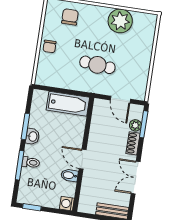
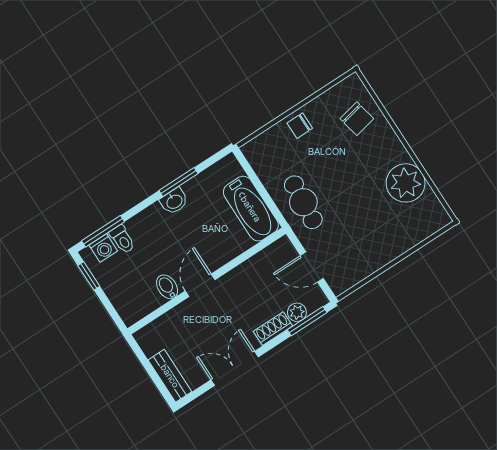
chair: (70, 17) -> (357, 119), turned 78
cafe table: (97, 65) -> (303, 202), moved
door: (120, 100) -> (312, 267), hinge flipped
toilet: (31, 162) -> (122, 239), moved
window: (20, 165) -> (103, 231), moved
washing machine: (67, 204) -> (103, 248), moved, turned 180

